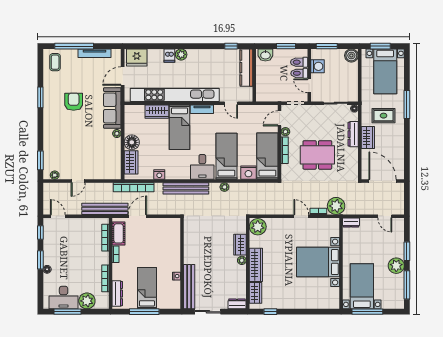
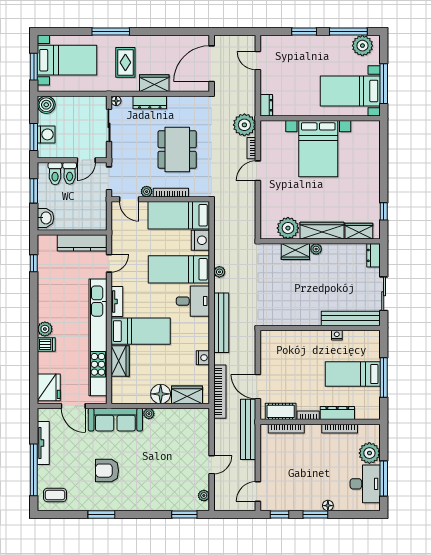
washing machine: (317, 66) -> (46, 134), moved, turned 90
kitchen counter: (246, 68) -> (82, 243), moved
door: (78, 181) -> (212, 465), hinge flipped
door: (385, 216) -> (258, 61), swing flipped
plant: (258, 227) -> (288, 228), moved
plant: (396, 266) -> (362, 46), moved
dresser: (117, 294) -> (337, 413), moved

